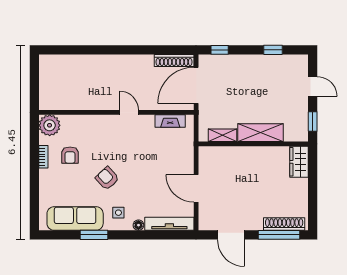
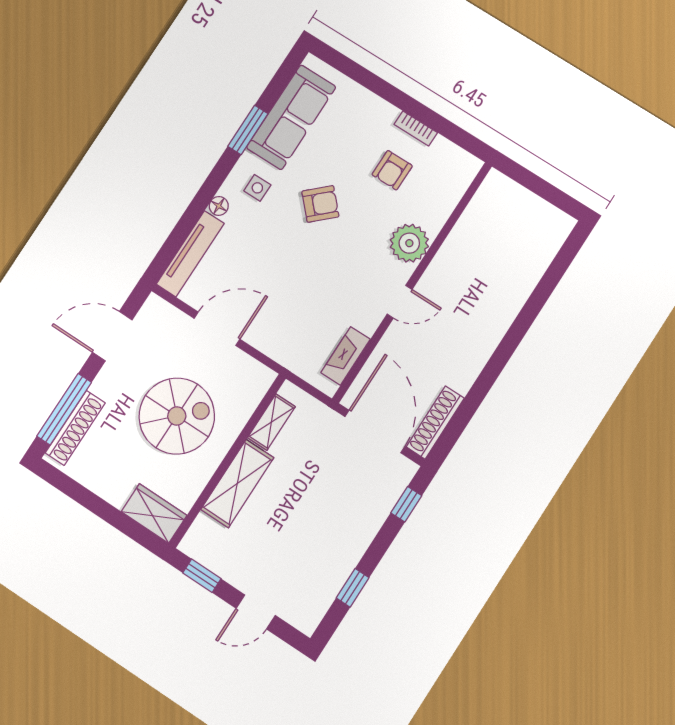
plant: (50, 125) -> (409, 243), moved
armchair: (70, 155) -> (392, 170), turned -90
spiral stairs: (248, 181) -> (177, 416), added

